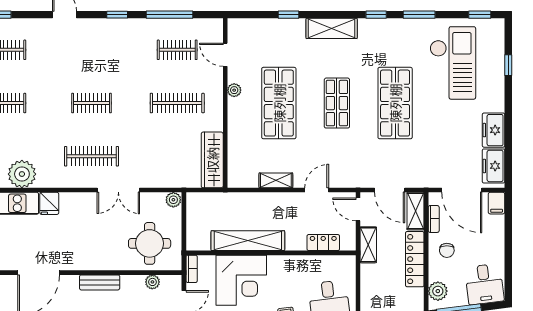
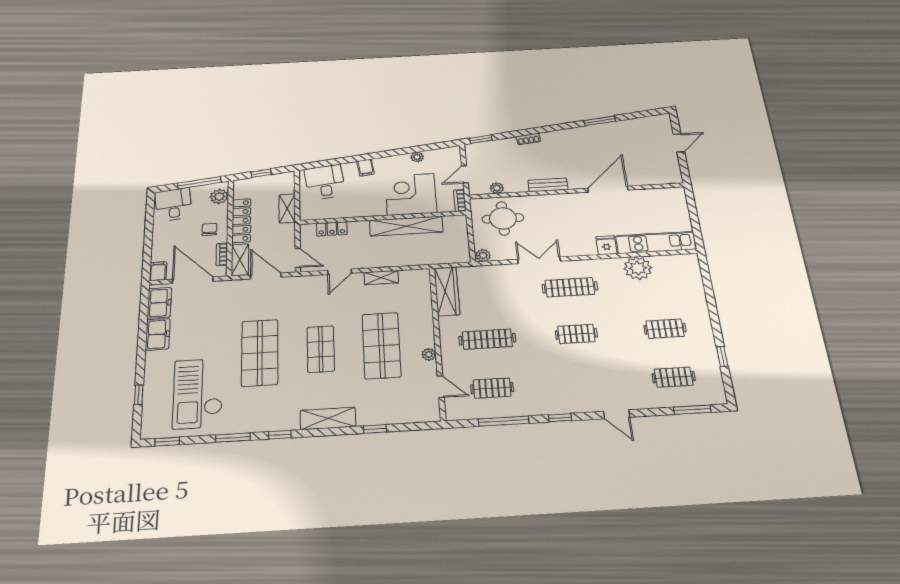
shelving: (368, 245) -> (287, 208), moved

